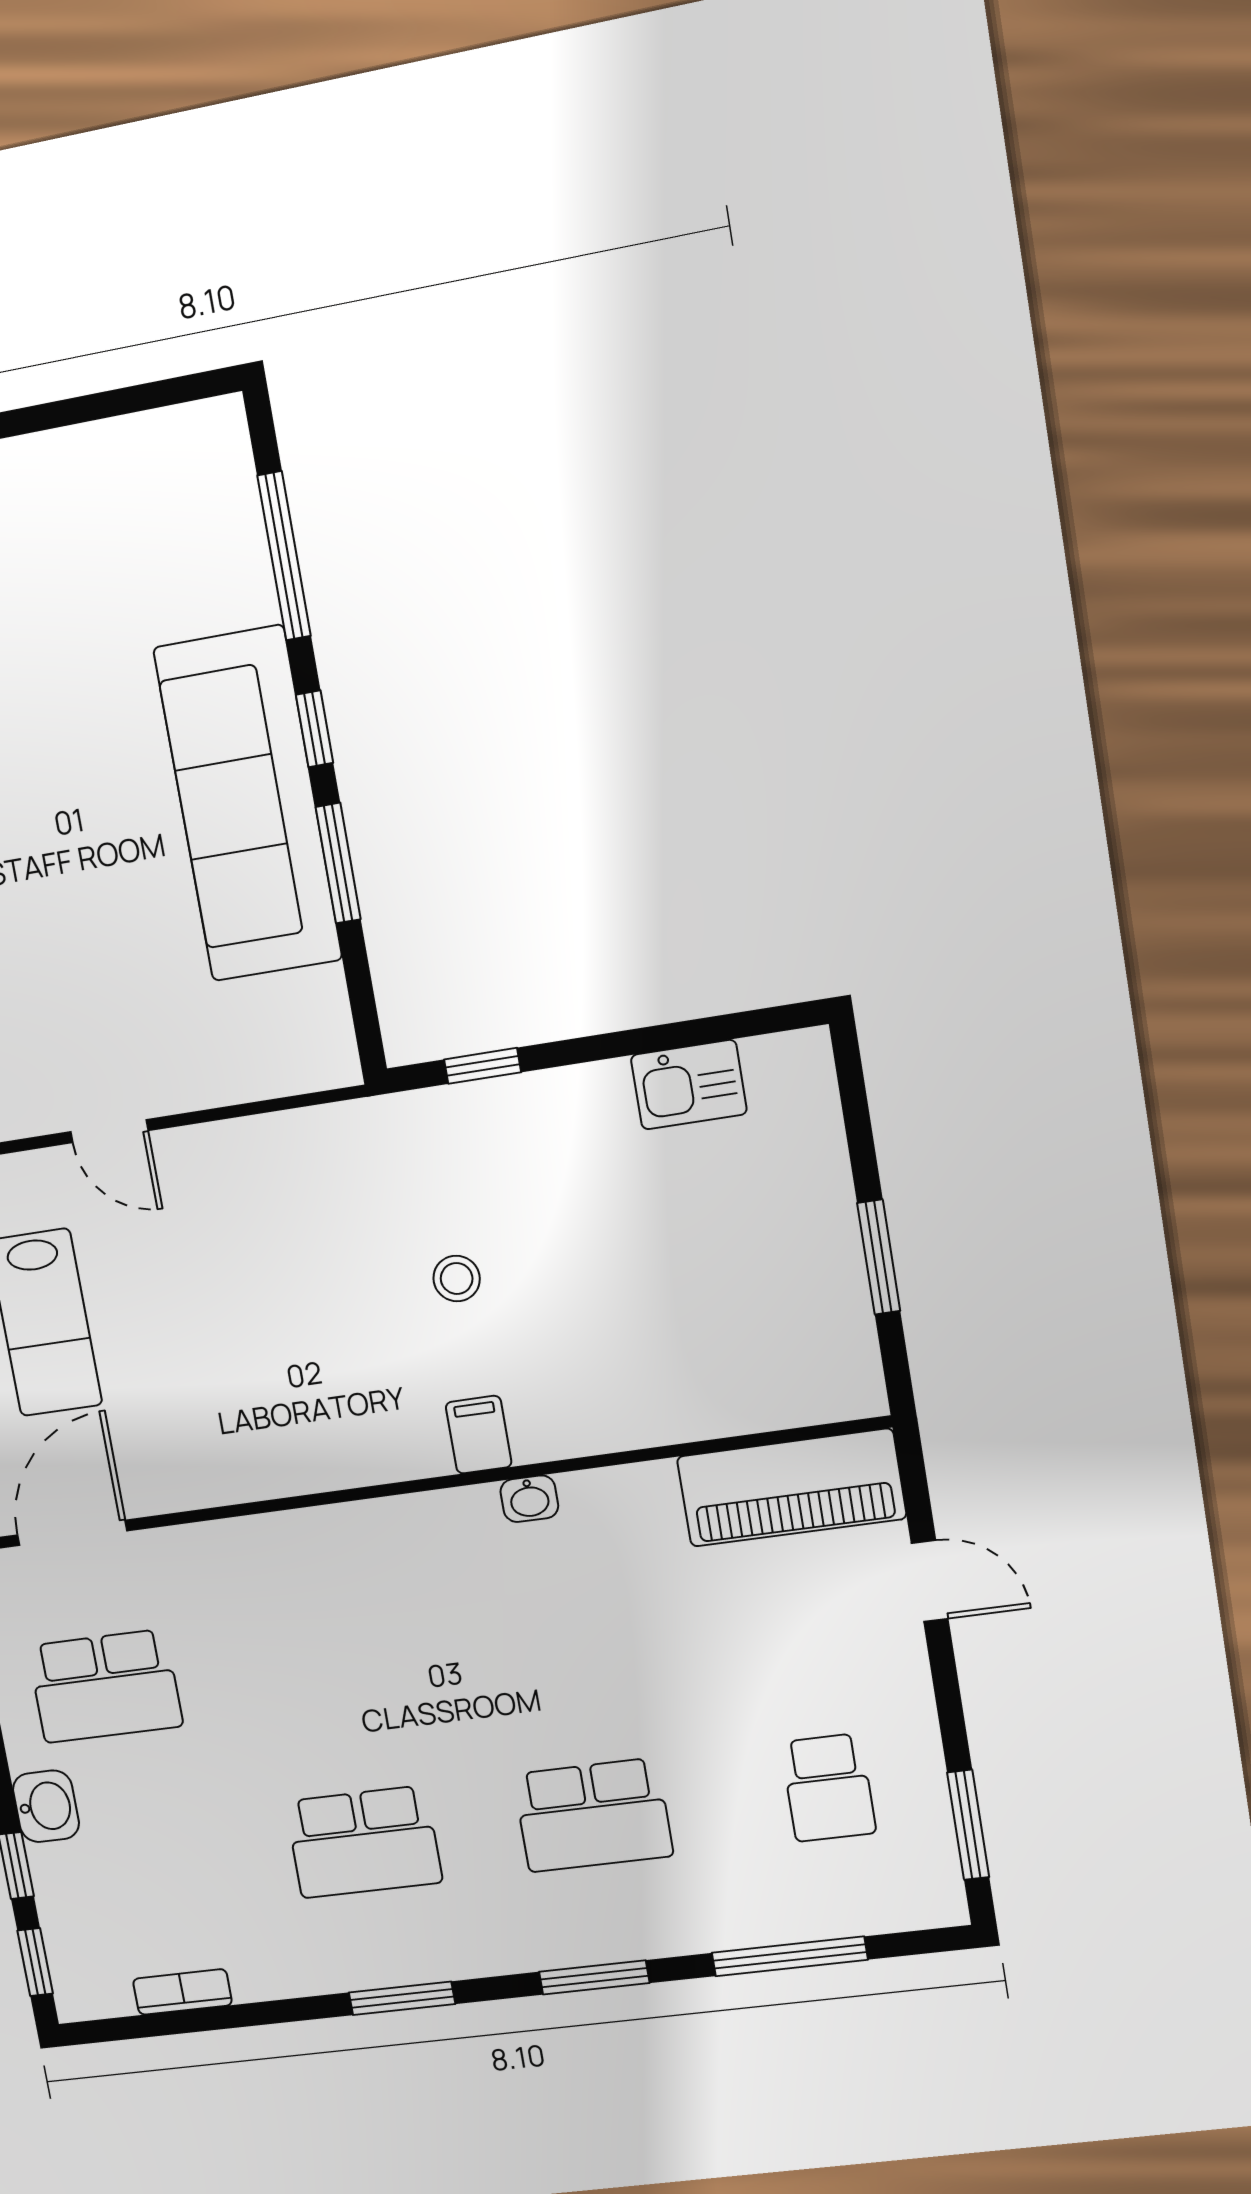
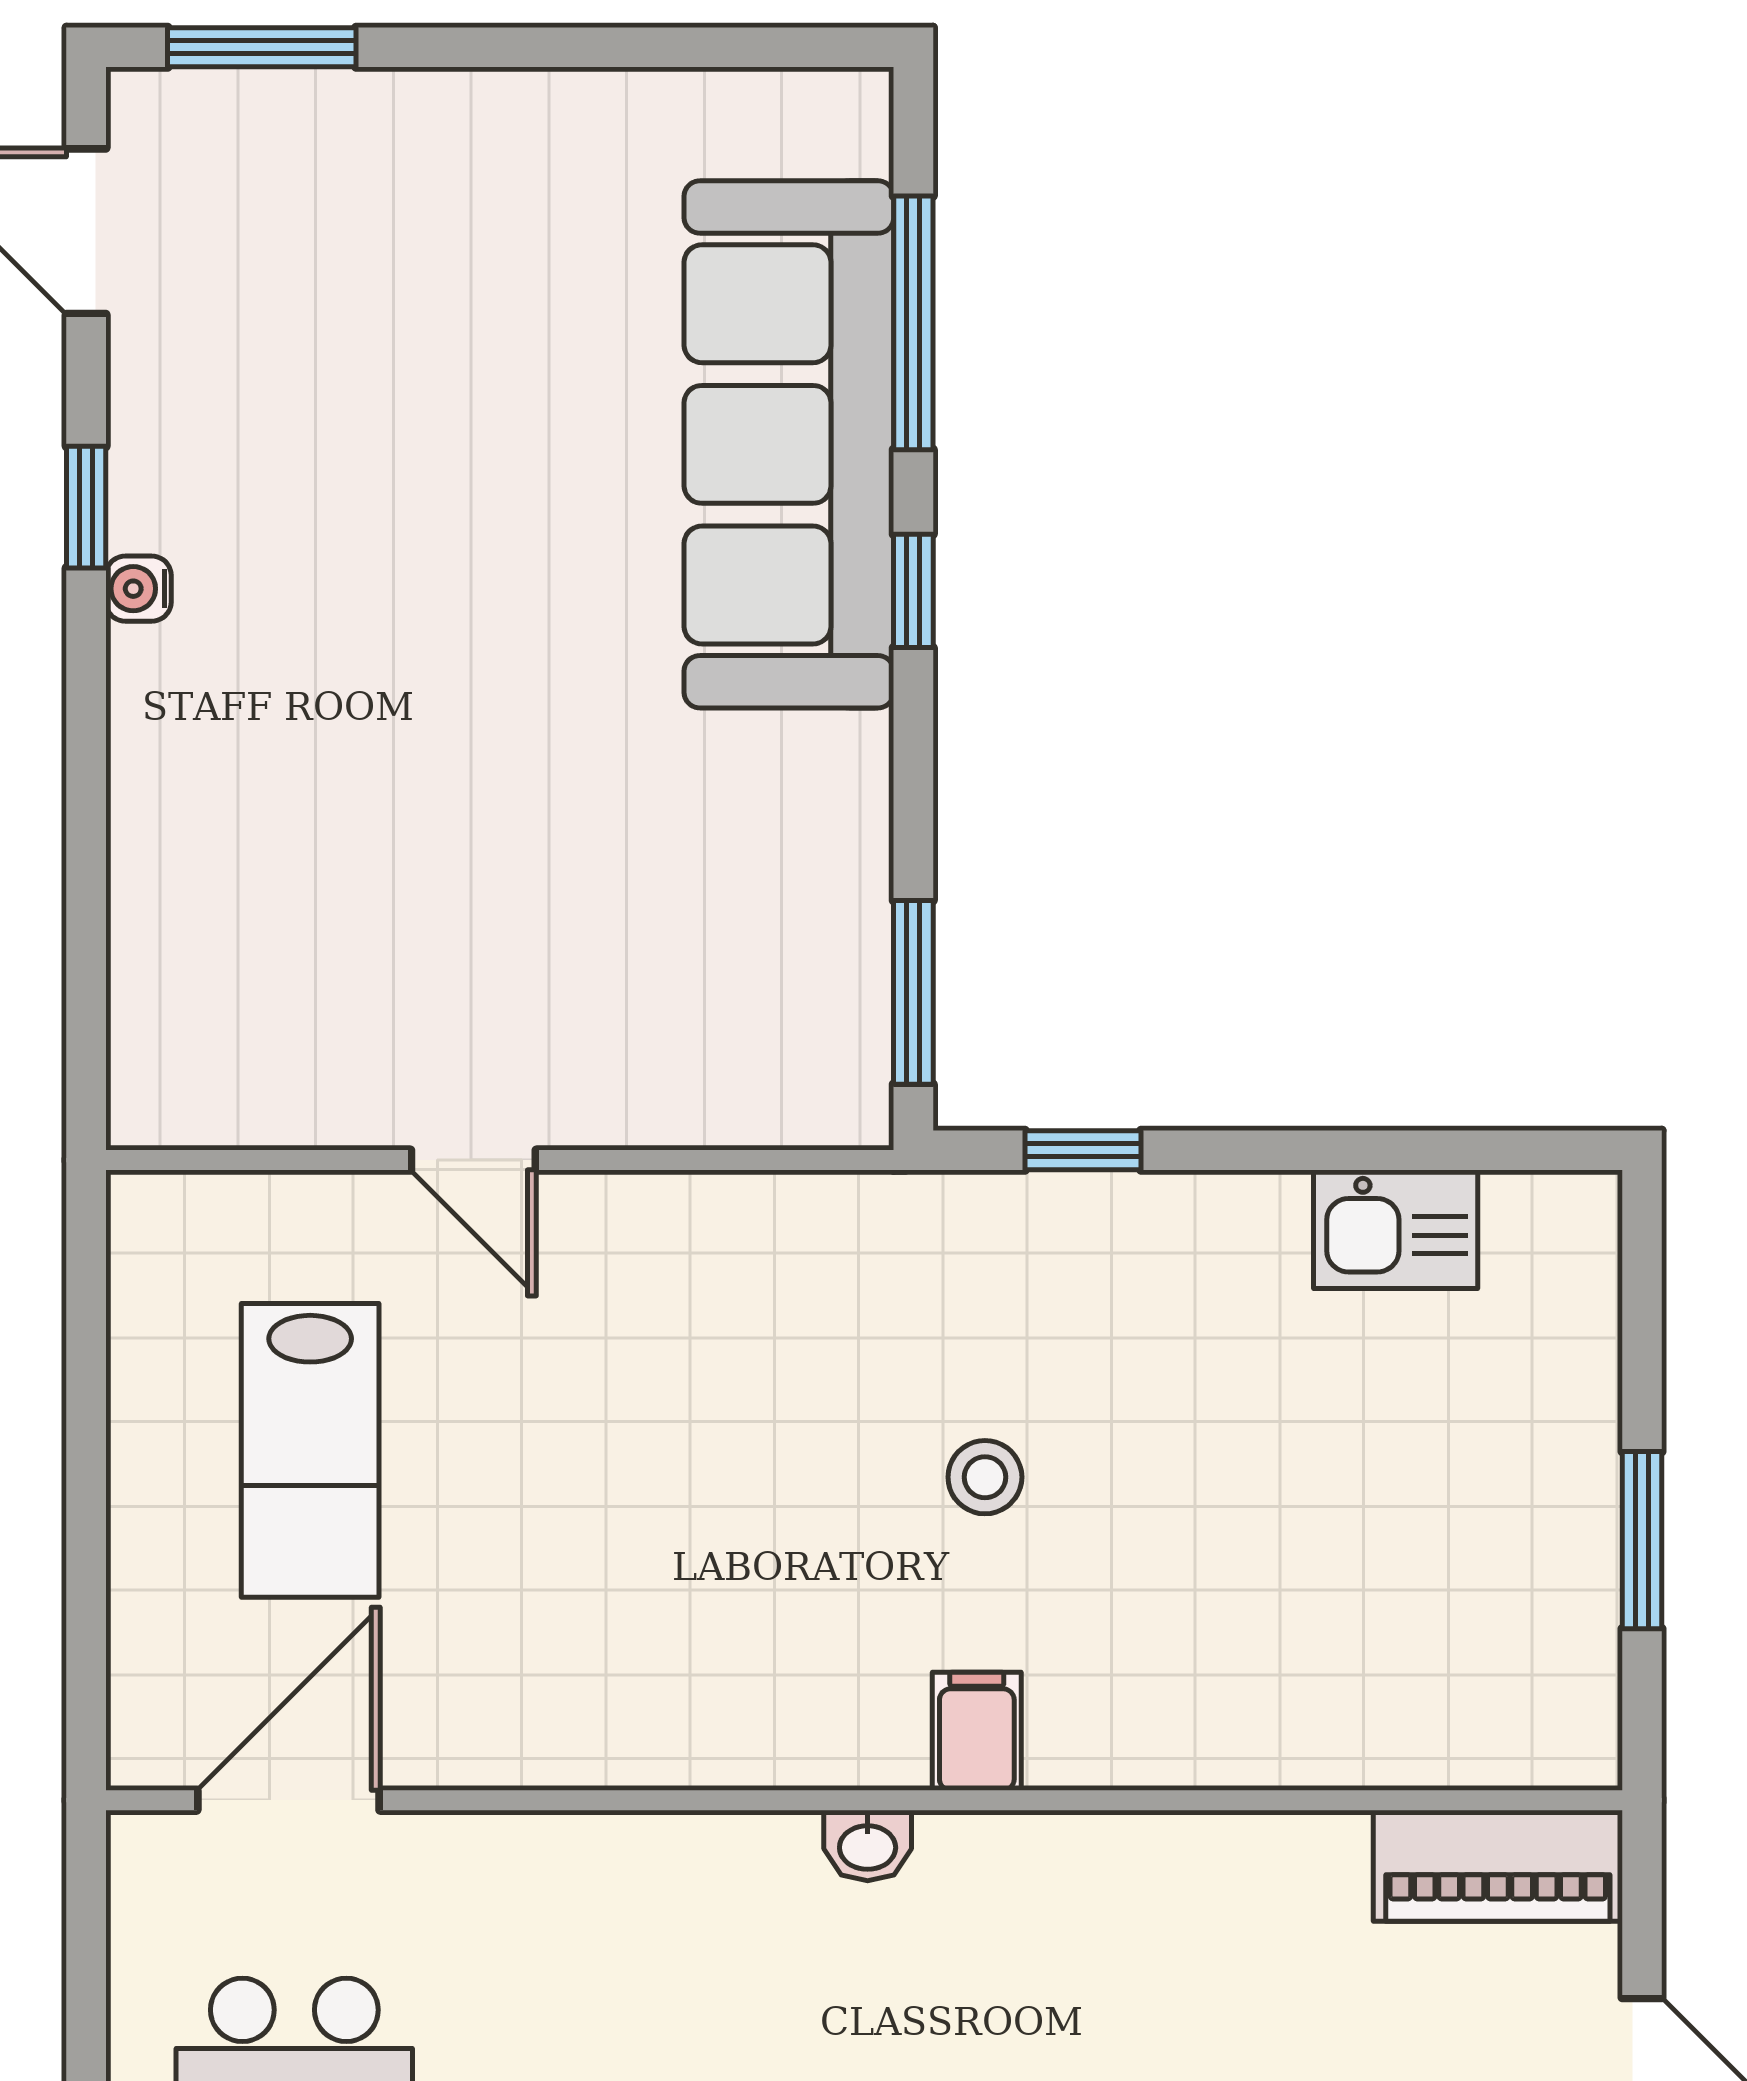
sofa: (248, 804) -> (789, 444), moved
window: (338, 863) -> (913, 992), moved
piano: (791, 1488) -> (1498, 1866), width x0.73, depth x0.75
washbasin: (529, 1499) -> (868, 1845), moved

